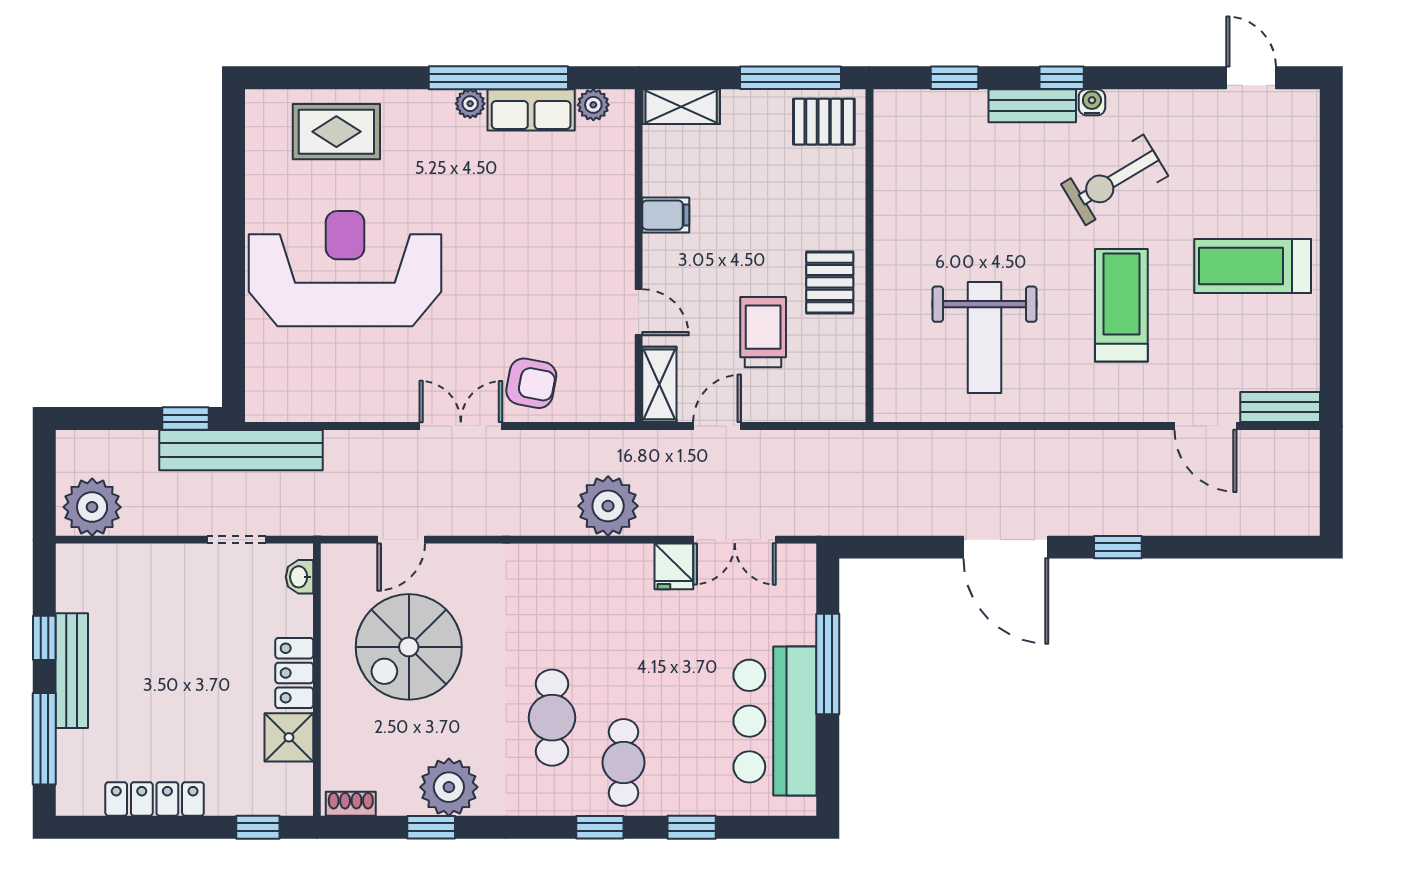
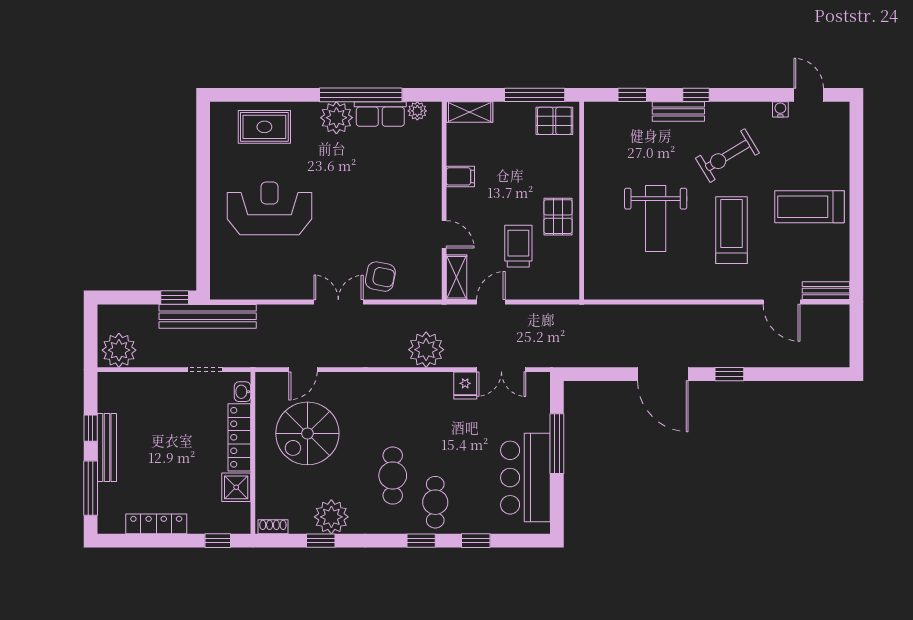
water cooler: (1092, 102) -> (780, 109), moved
plant: (470, 104) -> (336, 118), width x1.88, depth x1.88
reception desk: (345, 269) -> (270, 208), width x0.74, depth x0.77
weight bench: (984, 338) -> (656, 218), moved
locker: (294, 673) -> (239, 437), width x1.53

